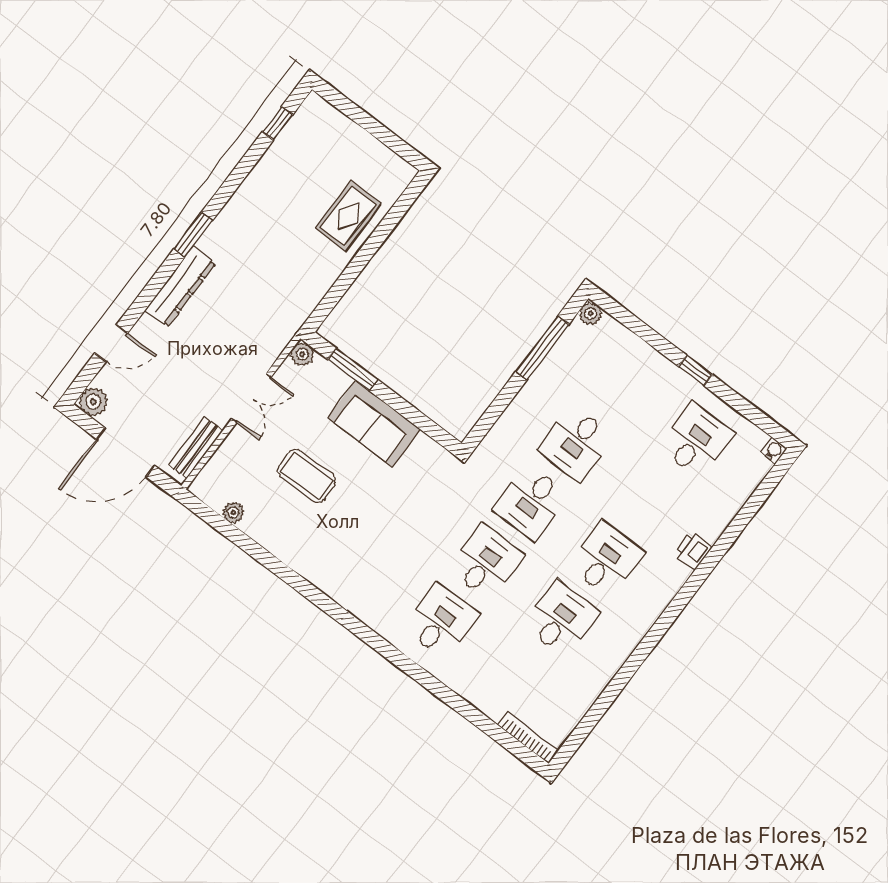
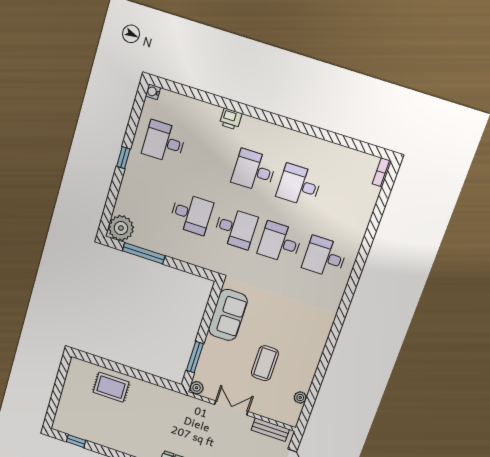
plant: (591, 314) -> (121, 228), width x1.87, depth x1.87
sofa: (374, 424) -> (228, 315), moved
bookcase: (528, 738) -> (382, 172), width x0.64

